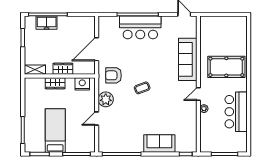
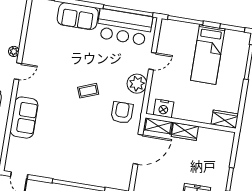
bar counter: (140, 27) -> (124, 27), moved, turned 180
sofa: (188, 59) -> (24, 118), width x0.73
shelving: (35, 70) -> (158, 126), moved
armchair: (113, 75) -> (122, 113), turned -90
wardrobe: (55, 83) -> (225, 119), moved

